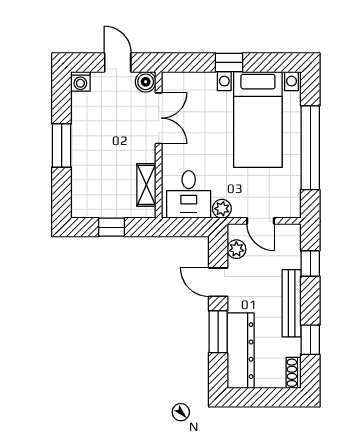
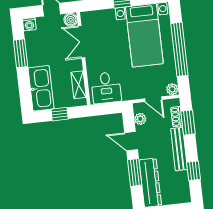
double door: (159, 118) -> (81, 42), swing flipped
window: (62, 146) -> (21, 53), moved
kitchen sink: (87, 184) -> (41, 88), added
plant: (222, 209) -> (172, 89), moved
window: (310, 264) -> (188, 123), width x1.50
shoe rack: (294, 373) -> (177, 117), moved

